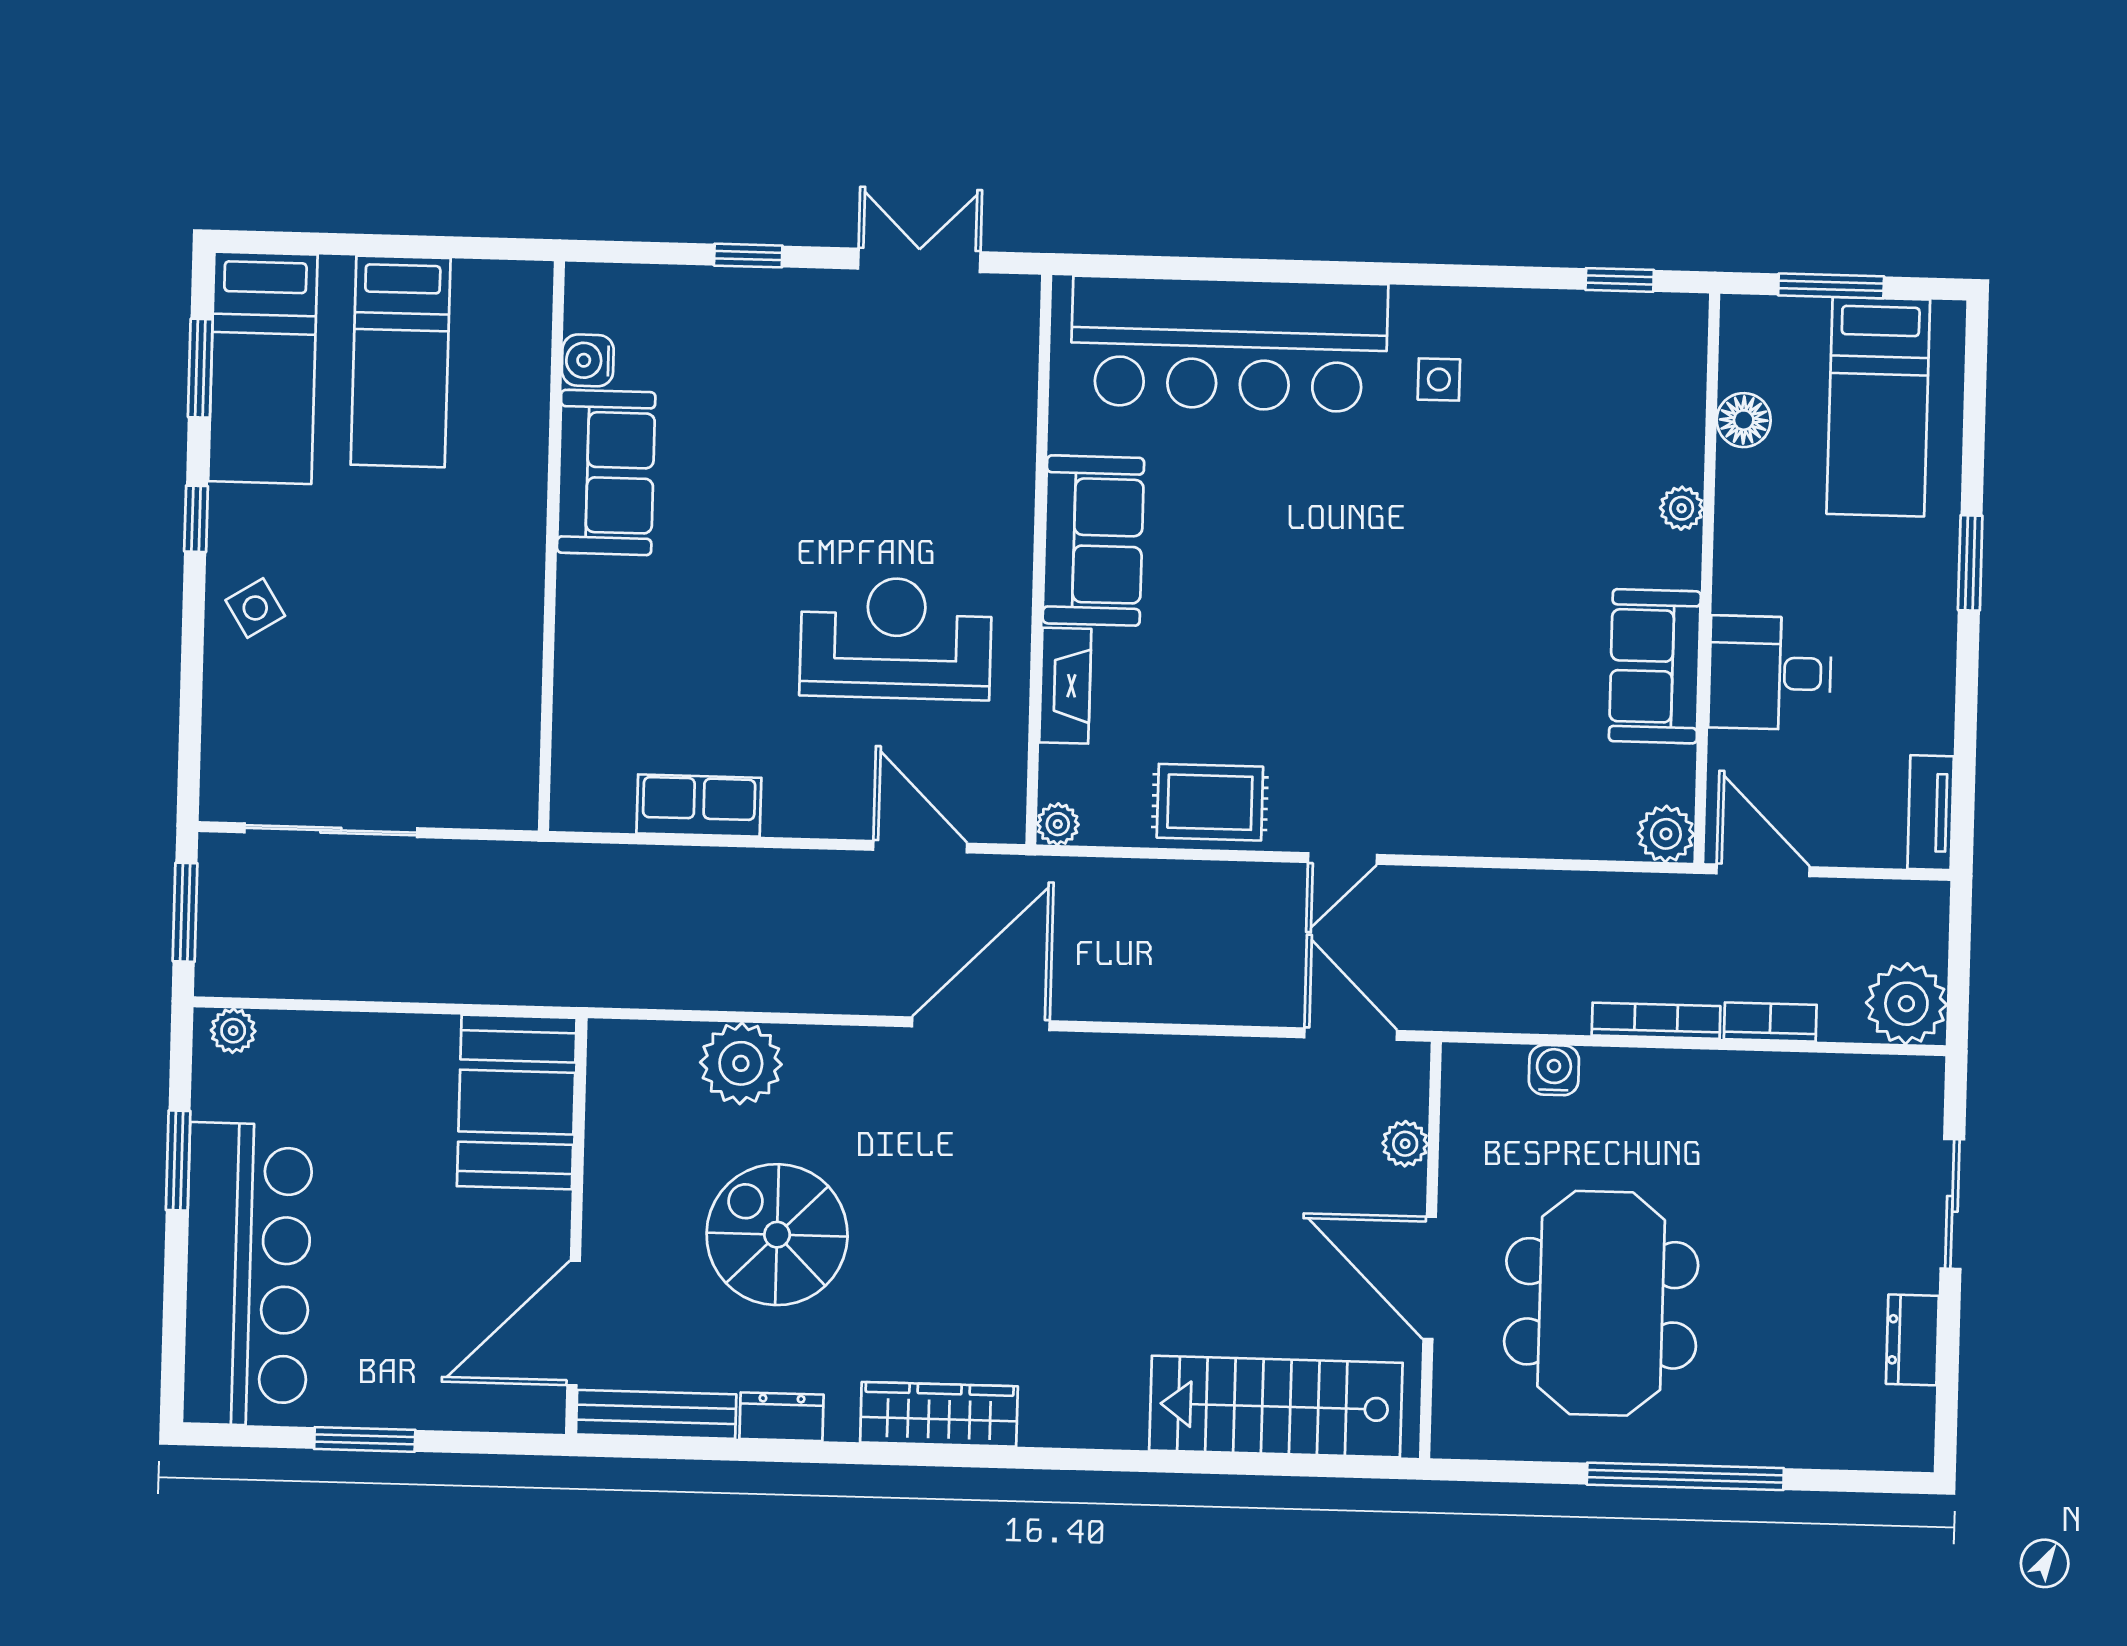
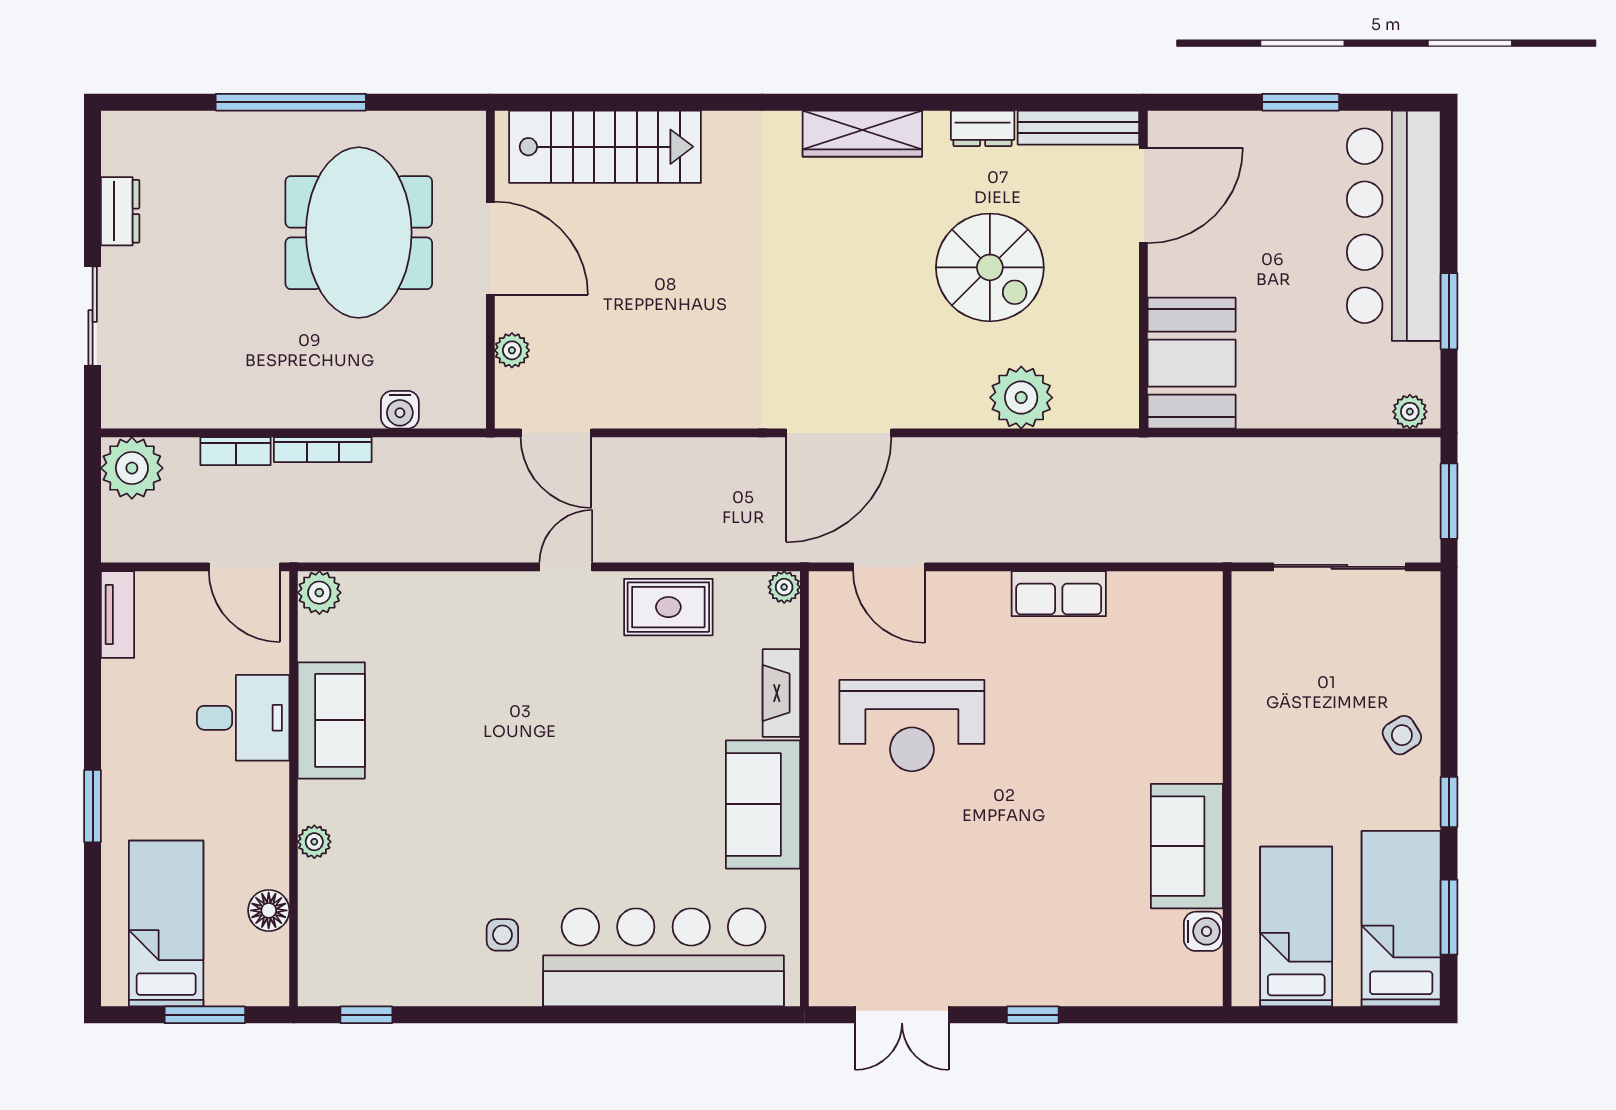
water cooler: (588, 360) -> (1203, 931), moved
sofa: (606, 472) -> (1187, 846), moved
wall: (551, 546) -> (1227, 789), moved

